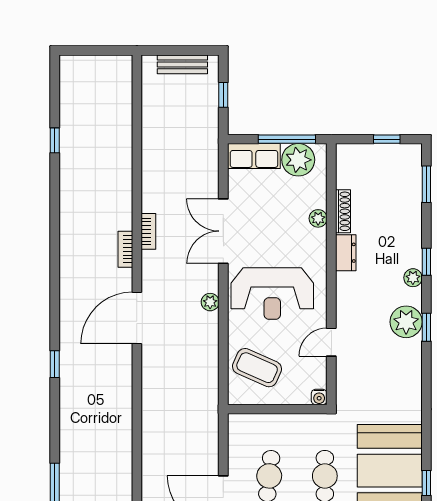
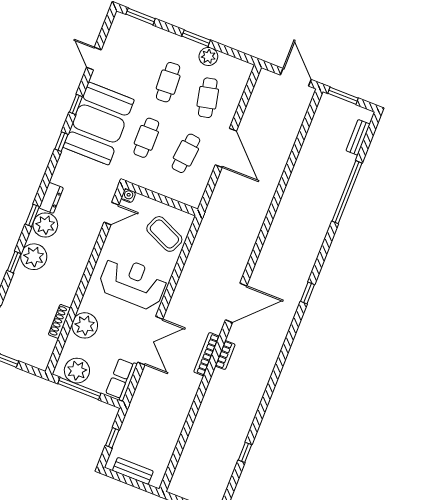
row of seats: (254, 156) -> (121, 379), moved, turned -90
plant: (318, 218) -> (85, 325), width x1.87, depth x1.87
bookcase: (148, 231) -> (207, 354), width x1.56
dresser: (346, 253) -> (51, 198), moved, turned 180
plant: (413, 278) -> (34, 257), width x1.87, depth x1.87
plant: (210, 302) -> (179, 294), removed
door: (331, 342) -> (111, 214), moved
window: (426, 431) -> (61, 142), added

